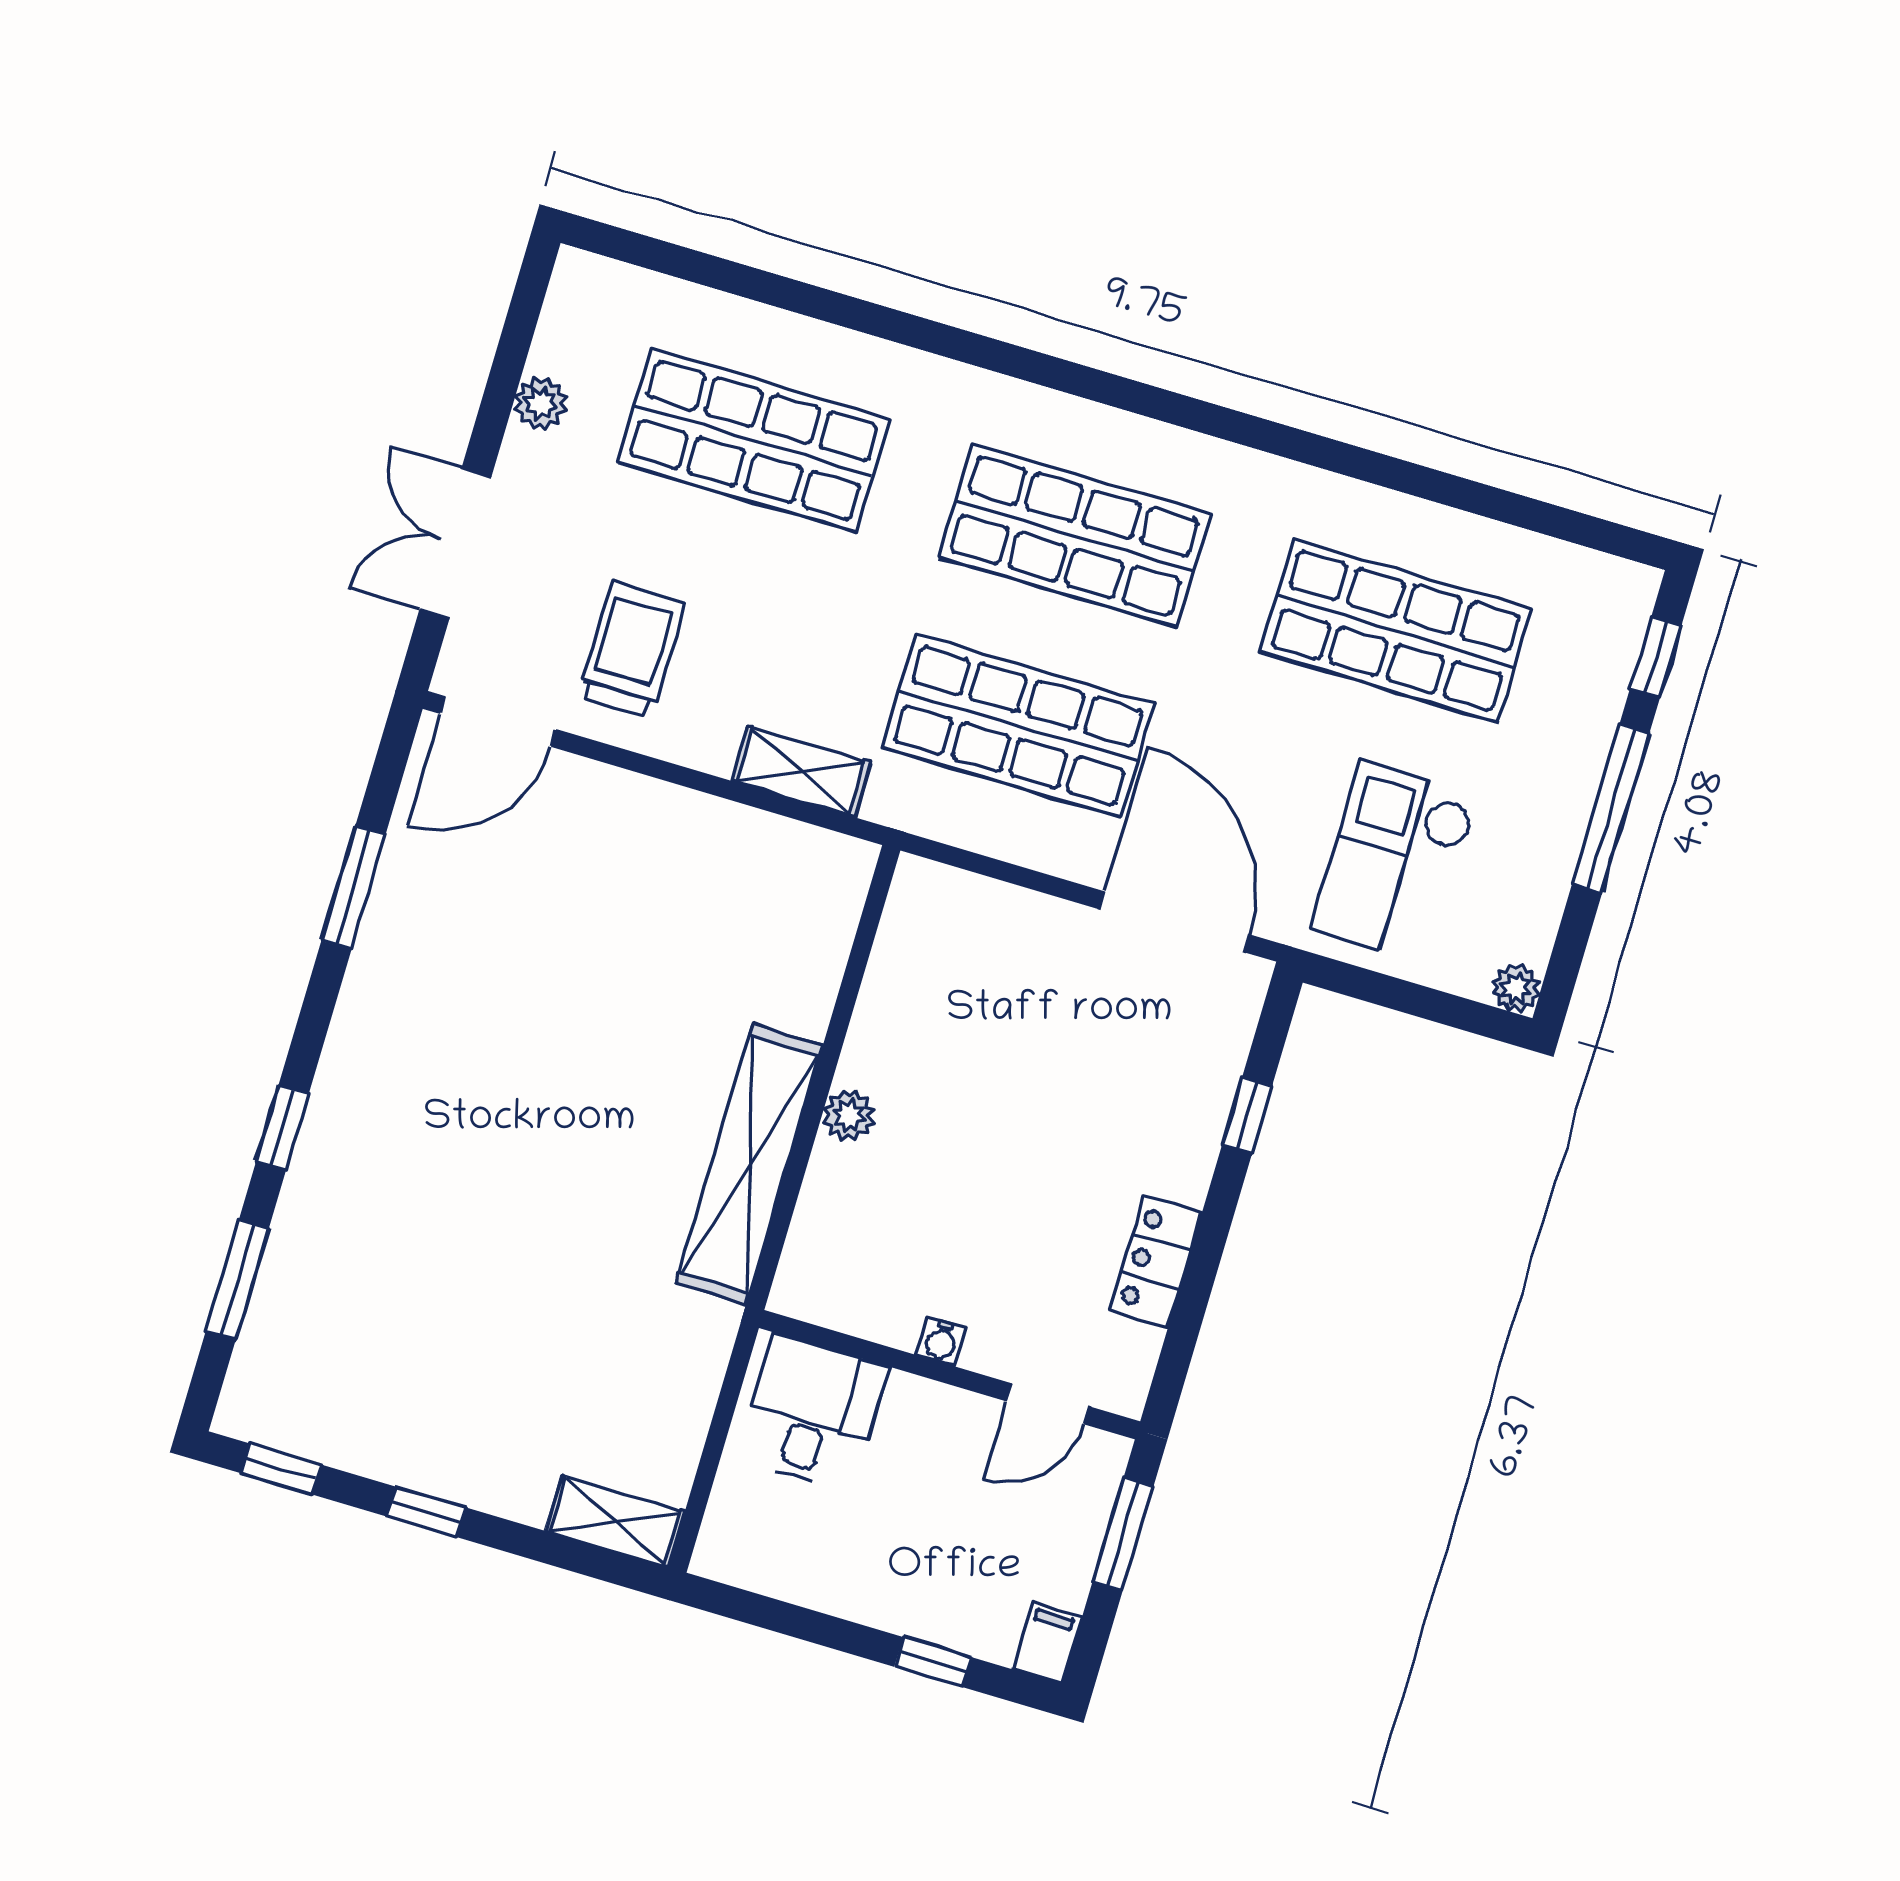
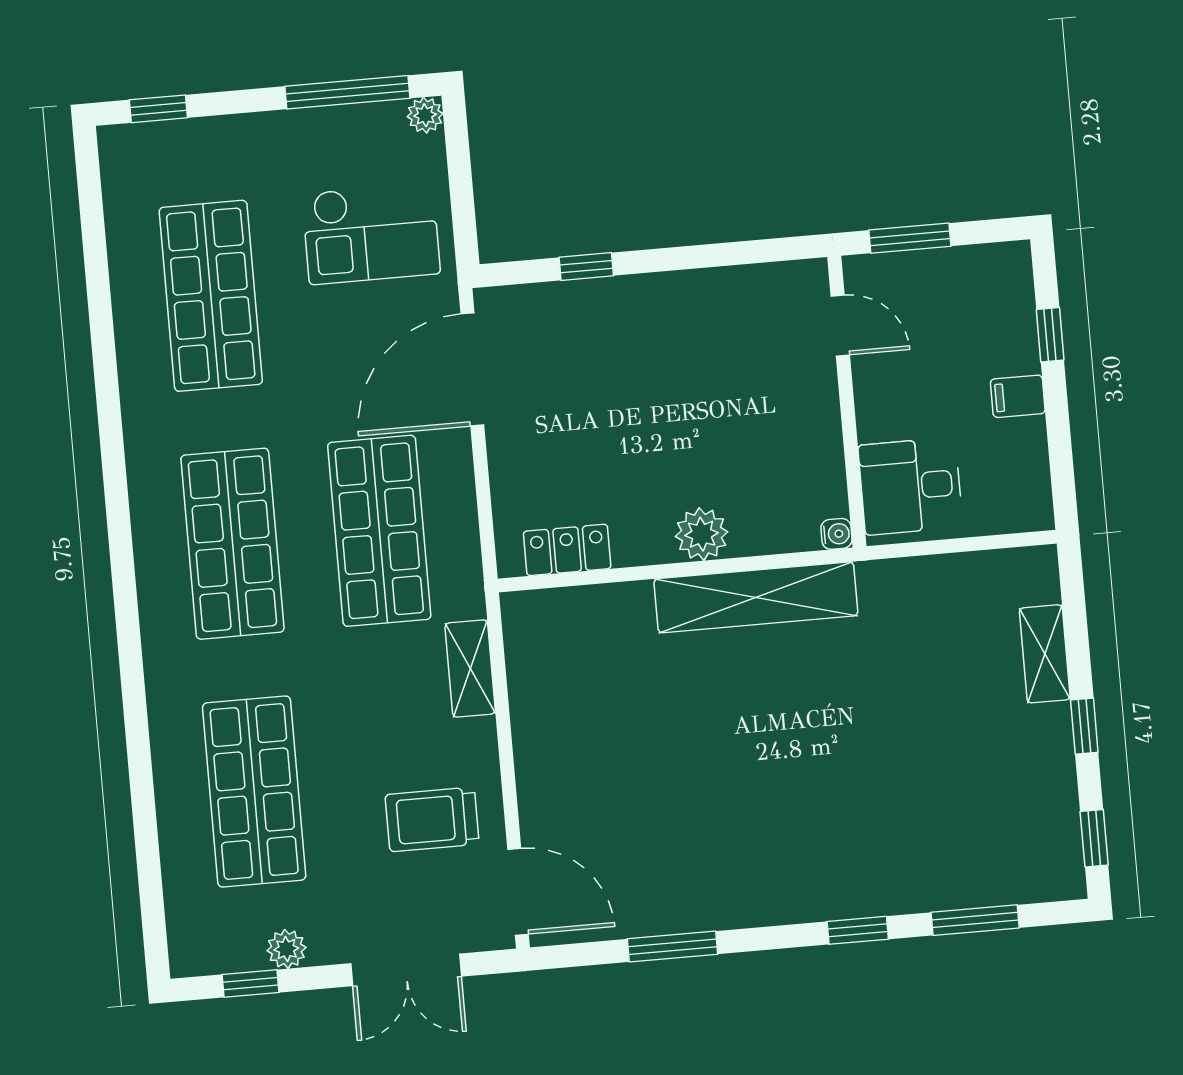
window: (515, 341) -> (250, 983), added
window: (1611, 809) -> (347, 92), moved
plant: (849, 1115) -> (702, 534), width x1.38, depth x1.38
locker: (1156, 1262) -> (567, 550), moved, turned 180
water cooler: (941, 1342) -> (836, 534), moved
shelving: (615, 1521) -> (1045, 654), moved
filing cabinet: (1047, 1643) -> (1018, 396), moved

